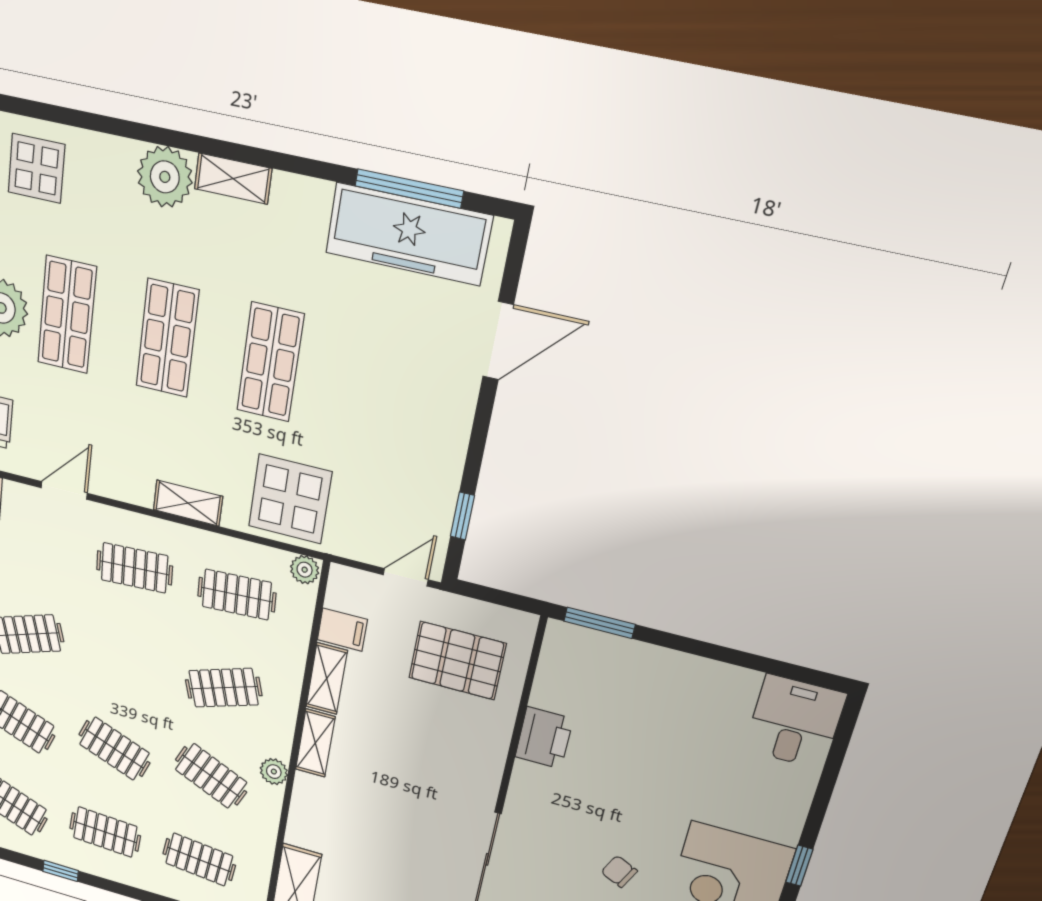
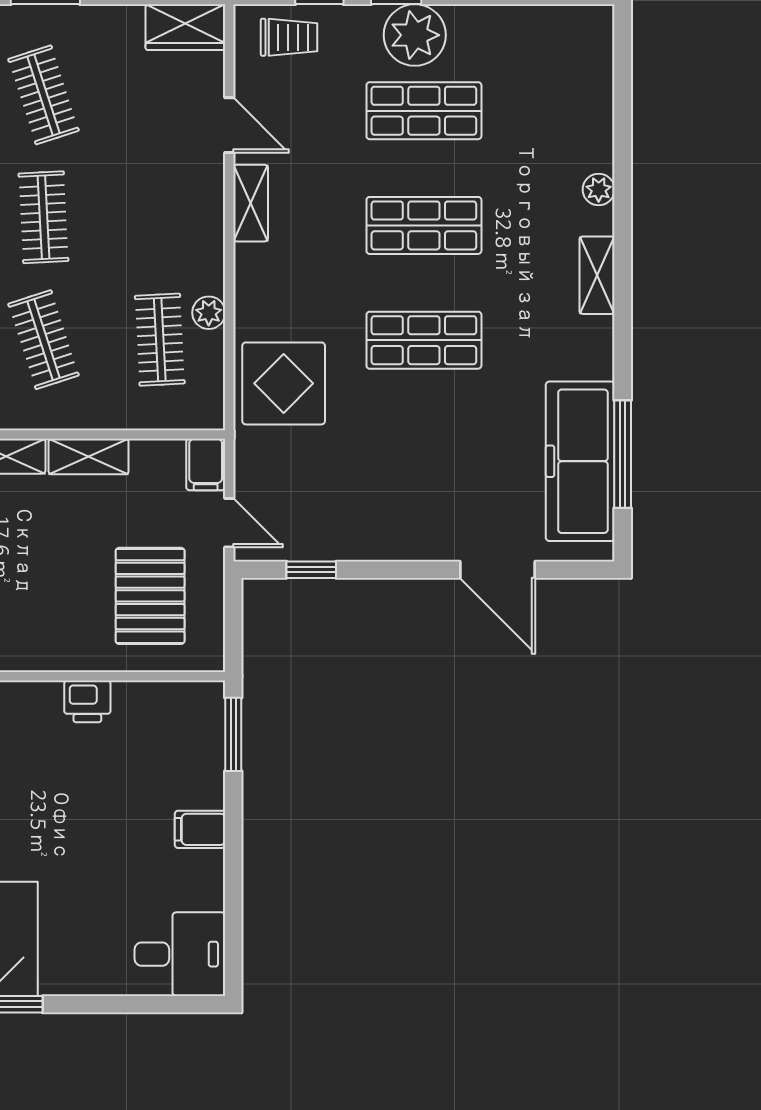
display table: (37, 168) -> (566, 64), removed
plant: (165, 177) -> (599, 190), width x0.53, depth x0.53
shelving: (188, 503) -> (251, 203), moved
clothes rail: (134, 568) -> (43, 217), moved
plant: (305, 570) -> (209, 313), moved
filing cabinet: (342, 630) -> (206, 464), moved
filing cabinet: (681, 674) -> (200, 829), added
printer: (544, 738) -> (87, 701), width x0.73, depth x0.81

